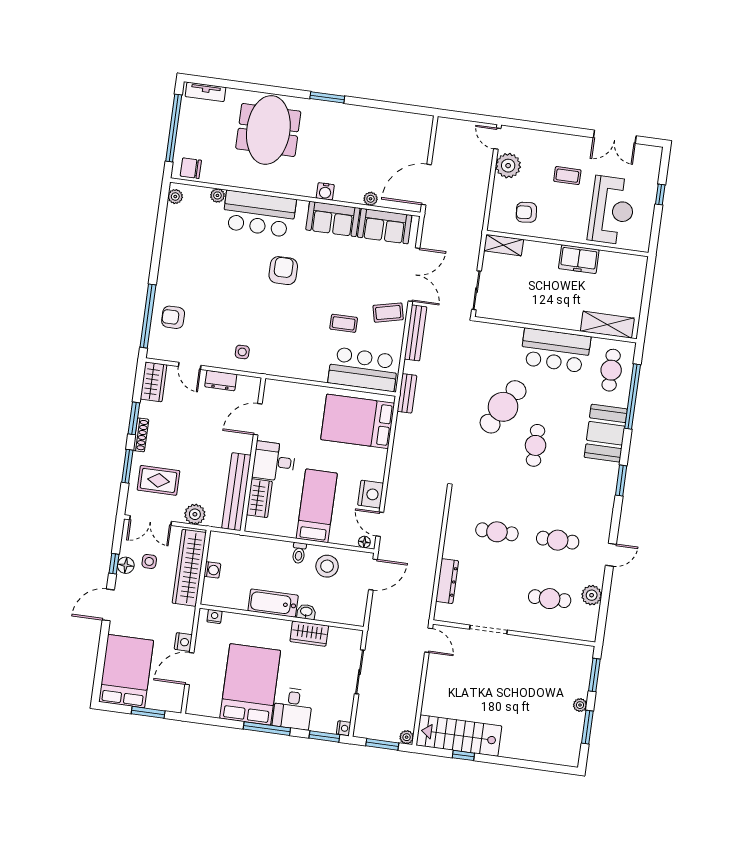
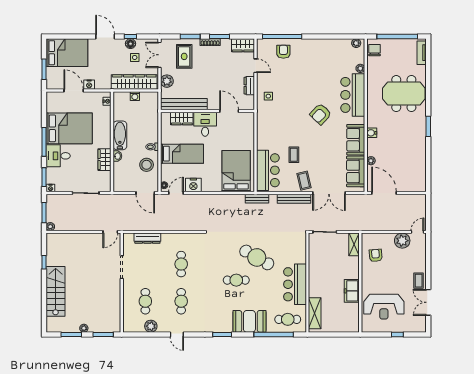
coffee table: (567, 176) -> (419, 281), moved
armchair: (283, 271) -> (321, 114), turned 134
door: (190, 366) -> (256, 66), swing flipped
stairs: (459, 736) -> (56, 291), moved

